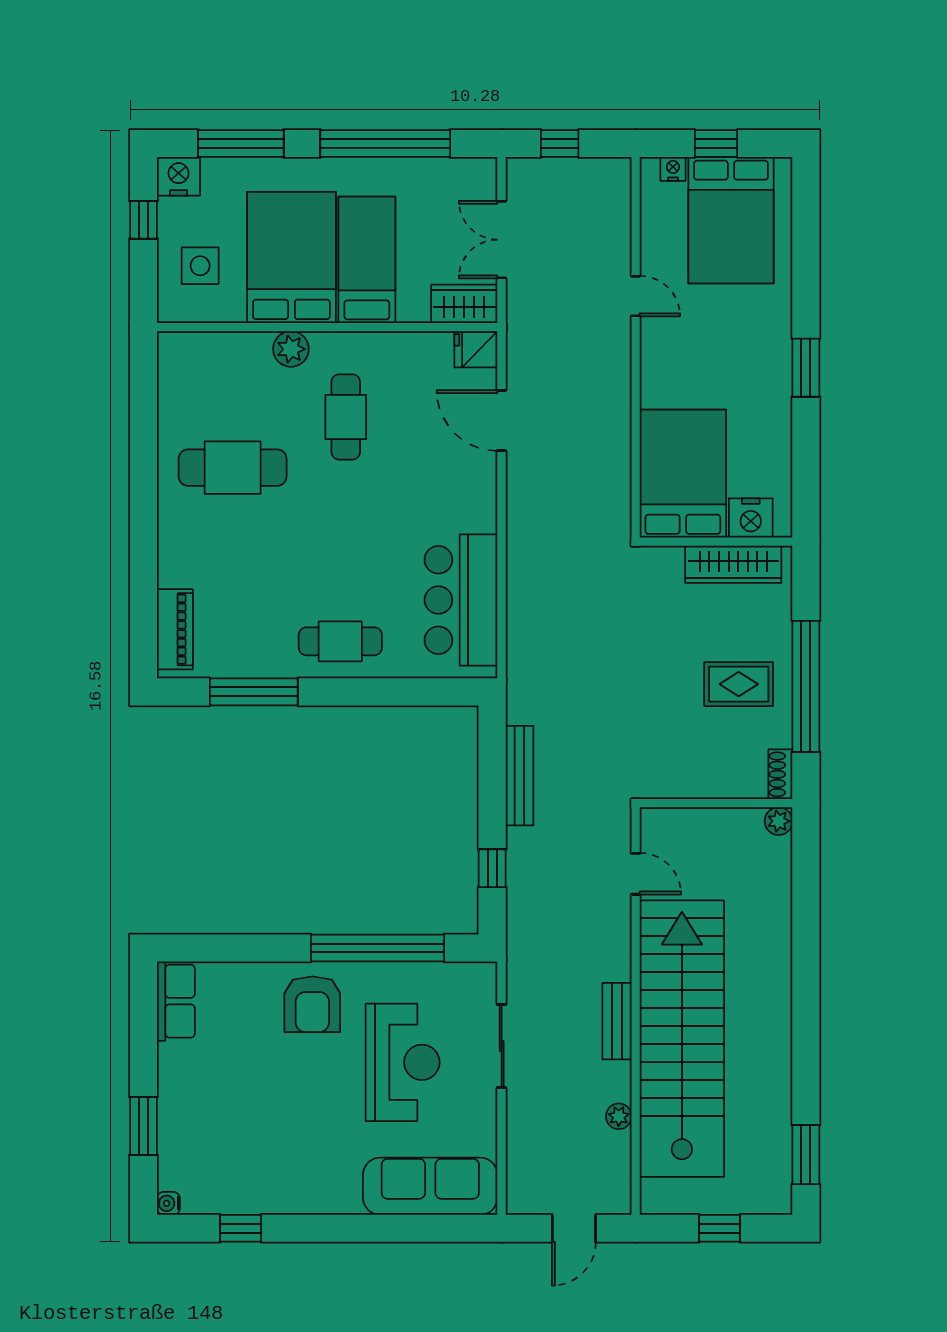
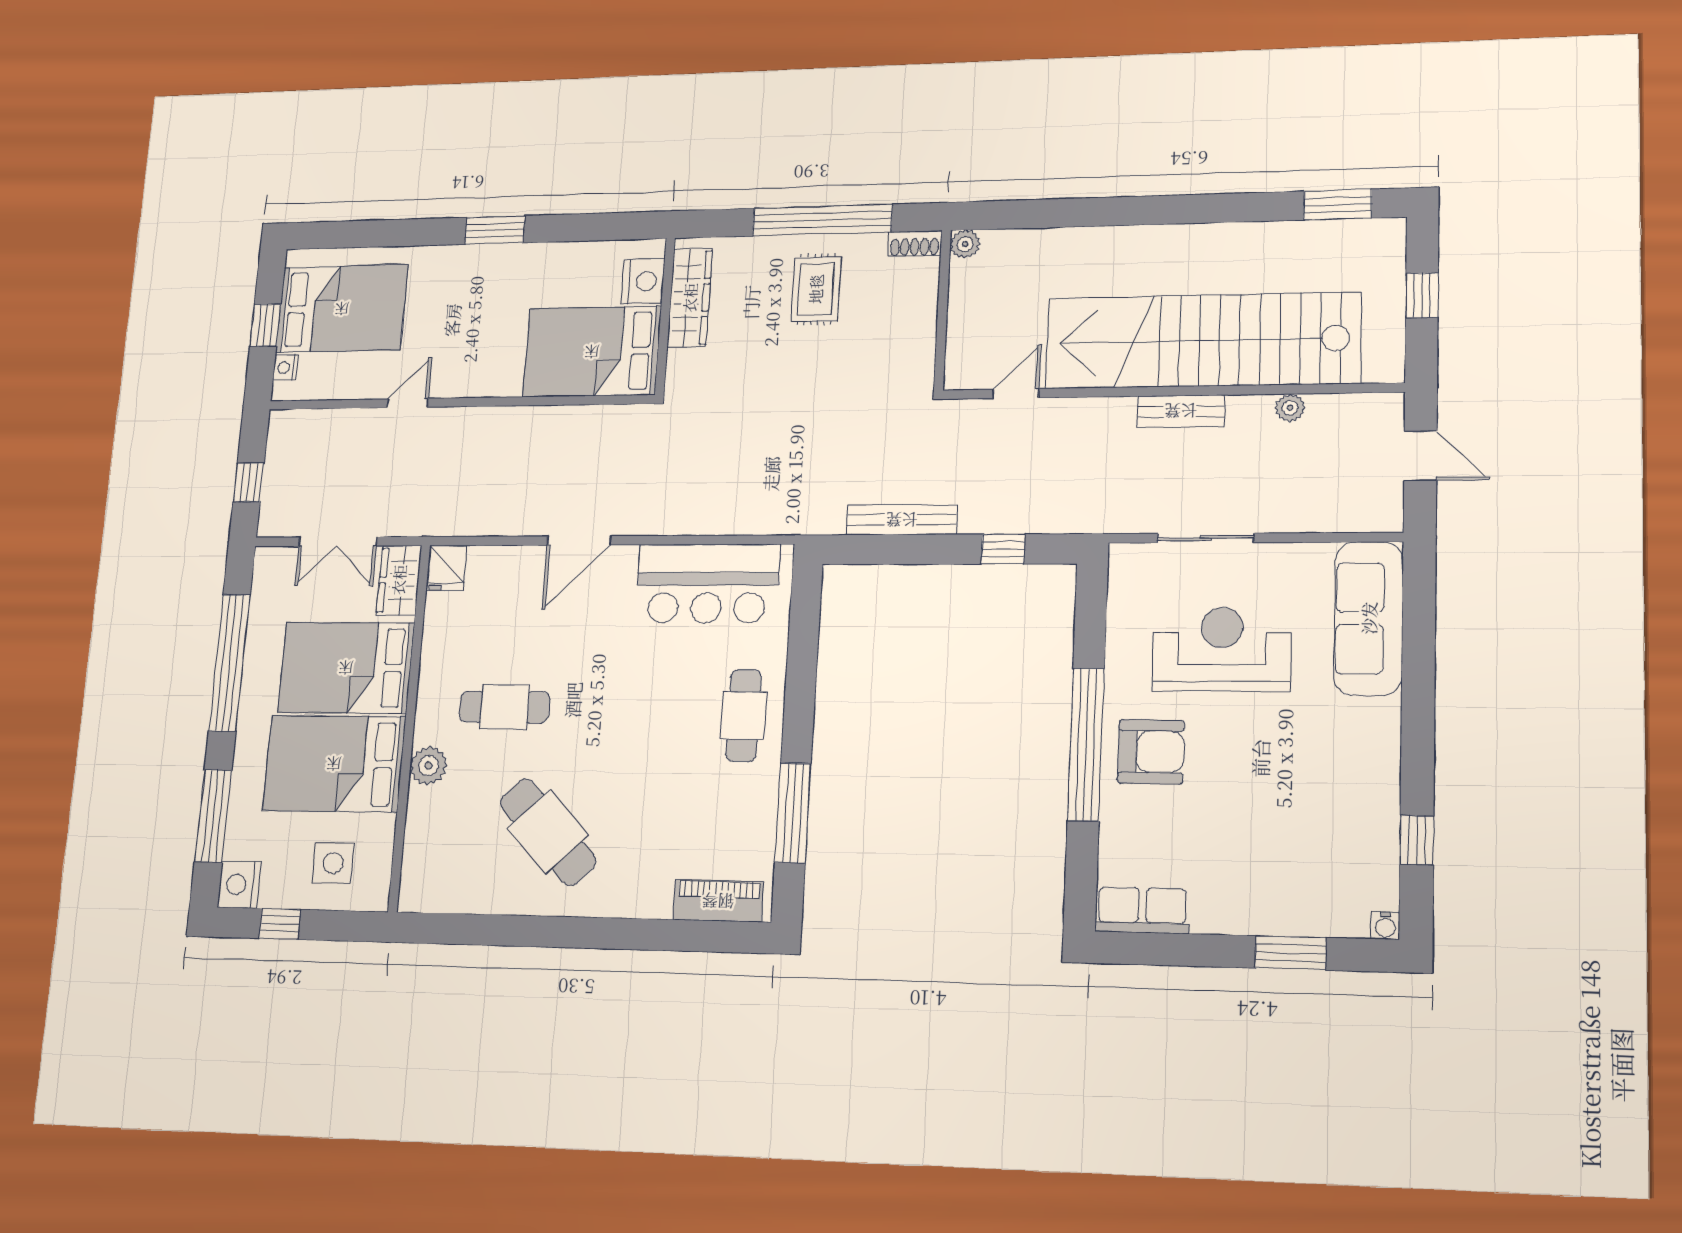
bed: (367, 260) -> (346, 668), width x1.50
door: (502, 421) -> (579, 541), moved
cafe table: (233, 468) -> (548, 832), turned -44
window: (377, 948) -> (1086, 744), moved

